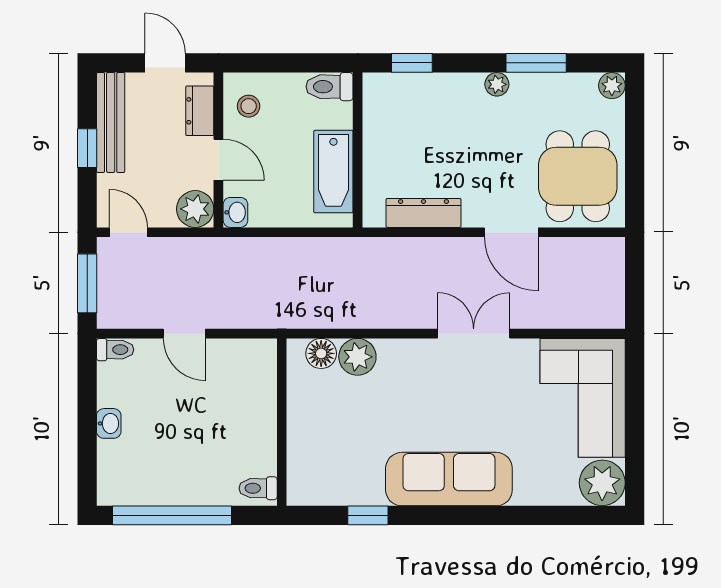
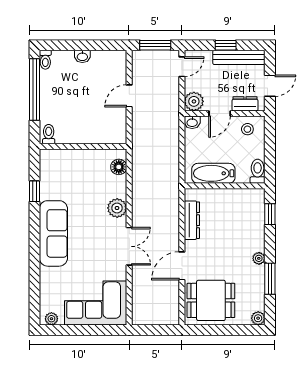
toilet: (115, 350) -> (45, 60), moved
plant: (357, 357) -> (117, 208), moved
plant: (602, 483) -> (51, 319), width x0.53, depth x0.53

